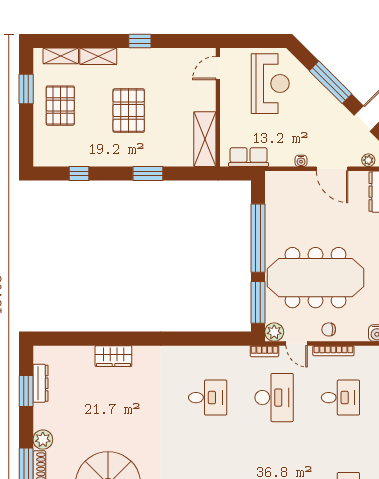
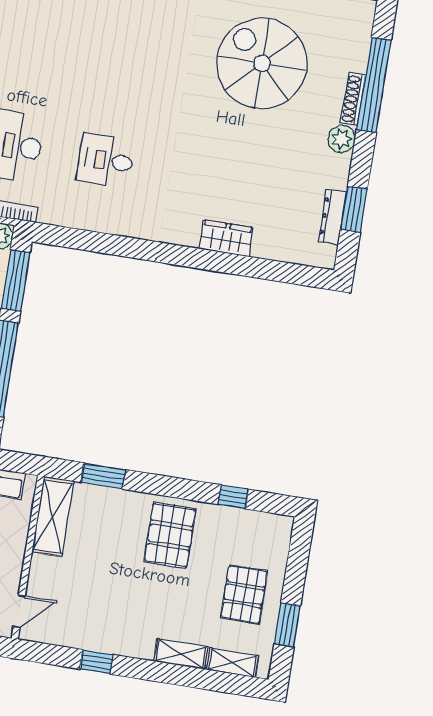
window: (140, 41) -> (96, 662), moved
pallet: (129, 111) -> (170, 535), moved
window: (148, 174) -> (103, 476), moved

